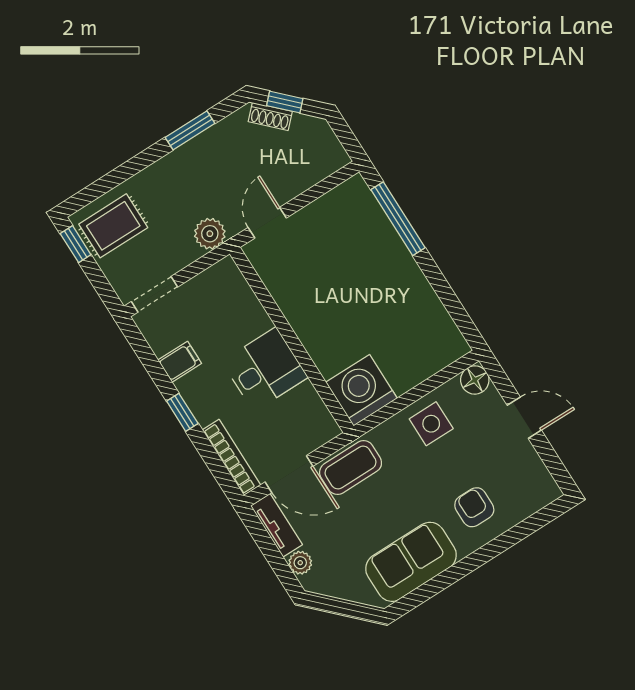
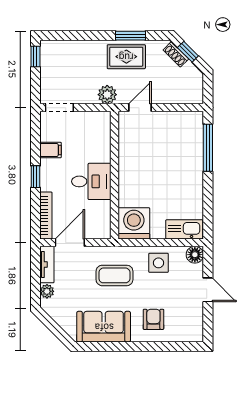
rug: (113, 226) -> (126, 57), moved
kitchen sink: (437, 354) -> (184, 229), added
coffee table: (351, 468) -> (114, 275), moved
door: (289, 474) -> (70, 243), swing flipped

